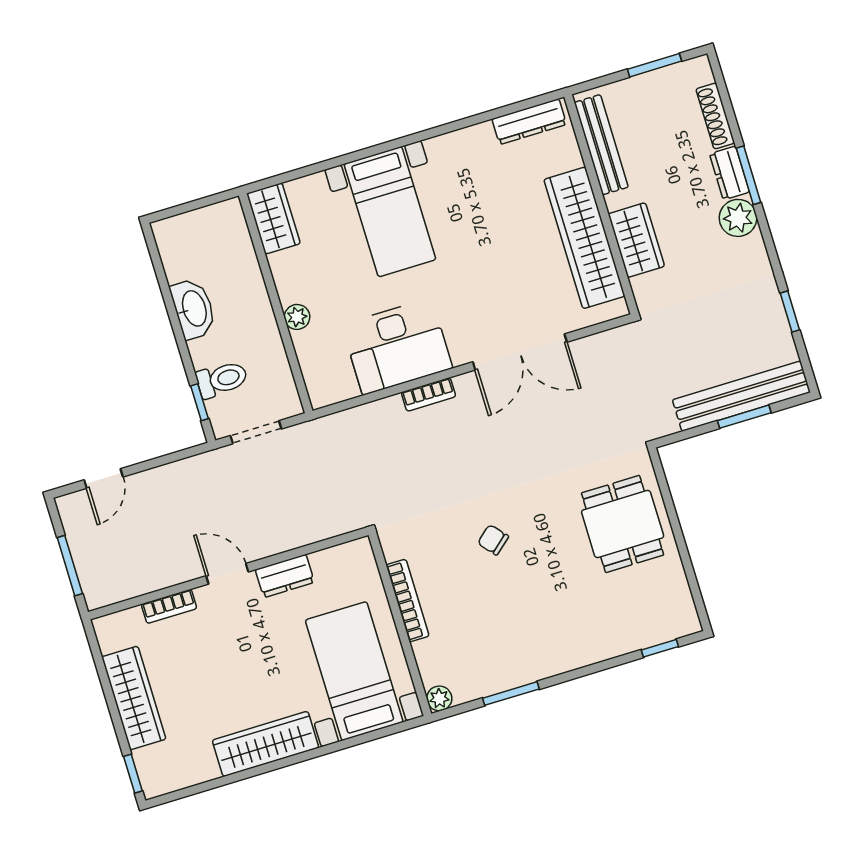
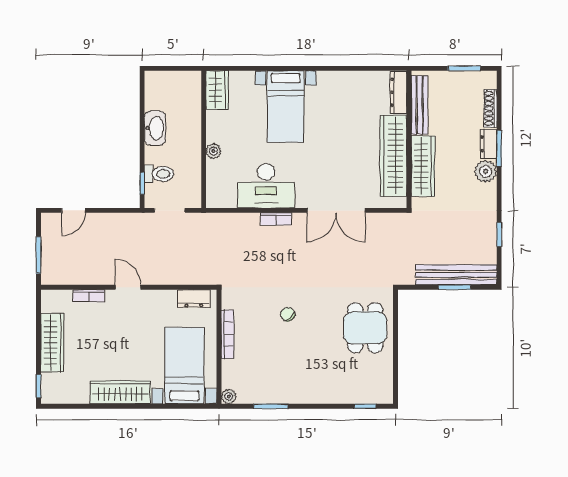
dresser: (529, 122) -> (398, 92), moved, turned 90
wardrobe: (636, 240) -> (423, 166), width x1.50
dresser: (285, 576) -> (194, 299), moved

